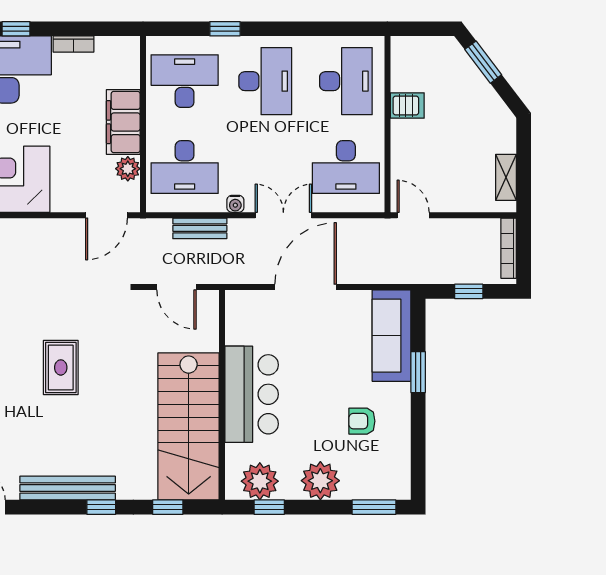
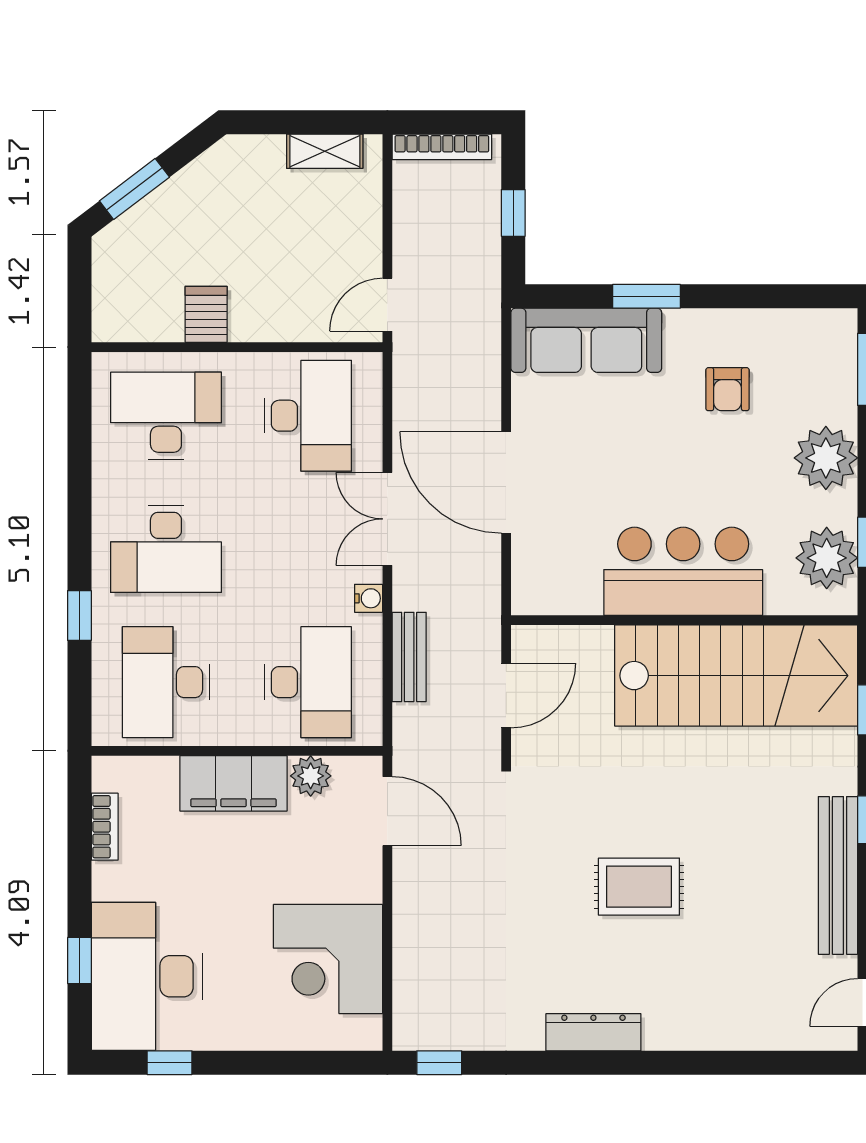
bookcase: (73, 44) -> (105, 827), moved
desk: (265, 81) -> (166, 549), turned 180

